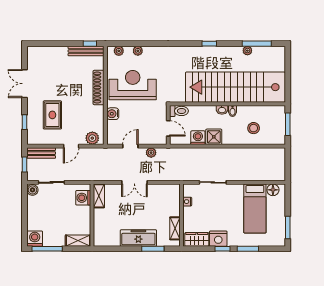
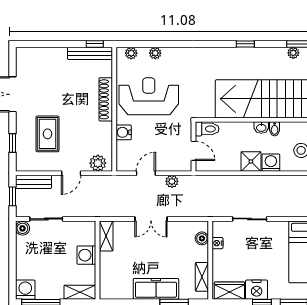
washing machine: (198, 138) -> (271, 163), moved
washing machine: (83, 198) -> (86, 255), moved
boiler: (175, 198) -> (202, 238), added

